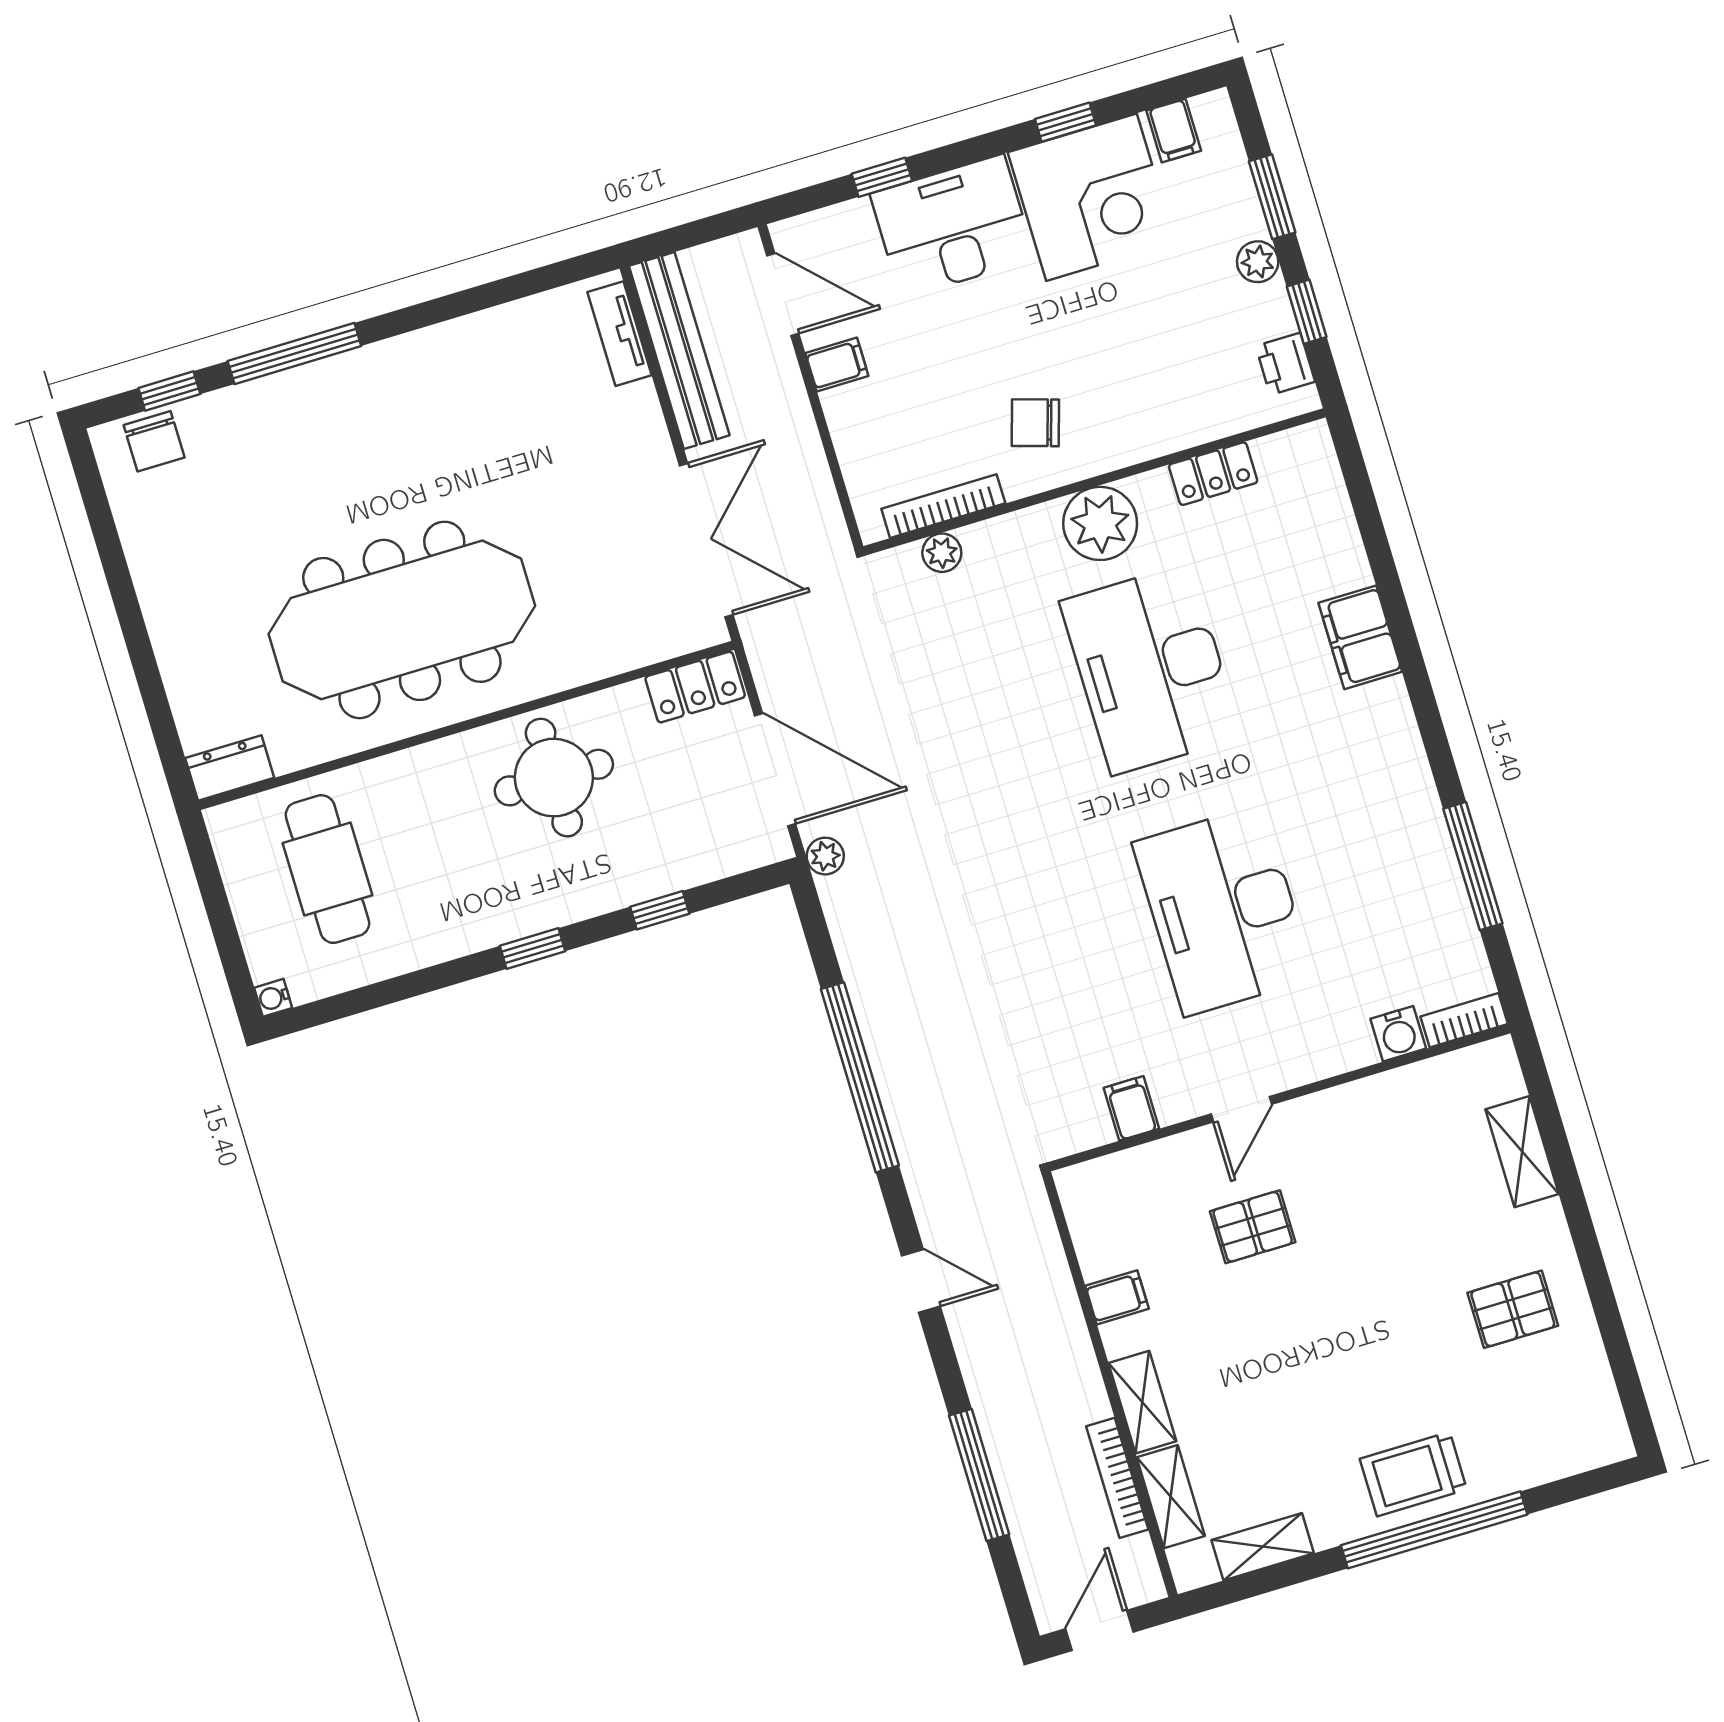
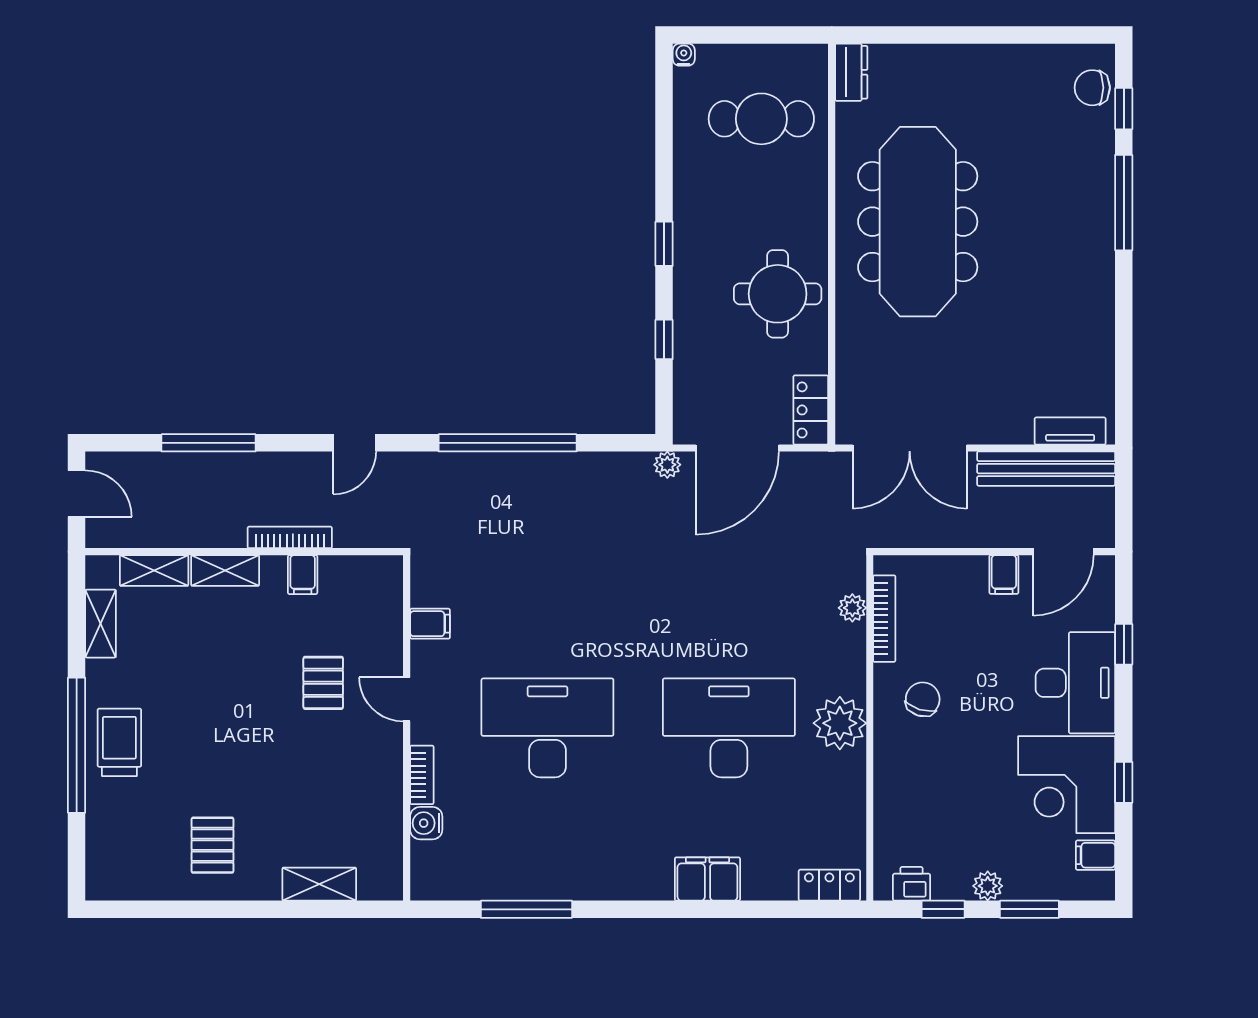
locker: (1213, 474) -> (829, 885), moved, turned 90
bookcase: (1464, 1020) -> (422, 775), moved
bookcase: (1117, 1478) -> (290, 537), moved

